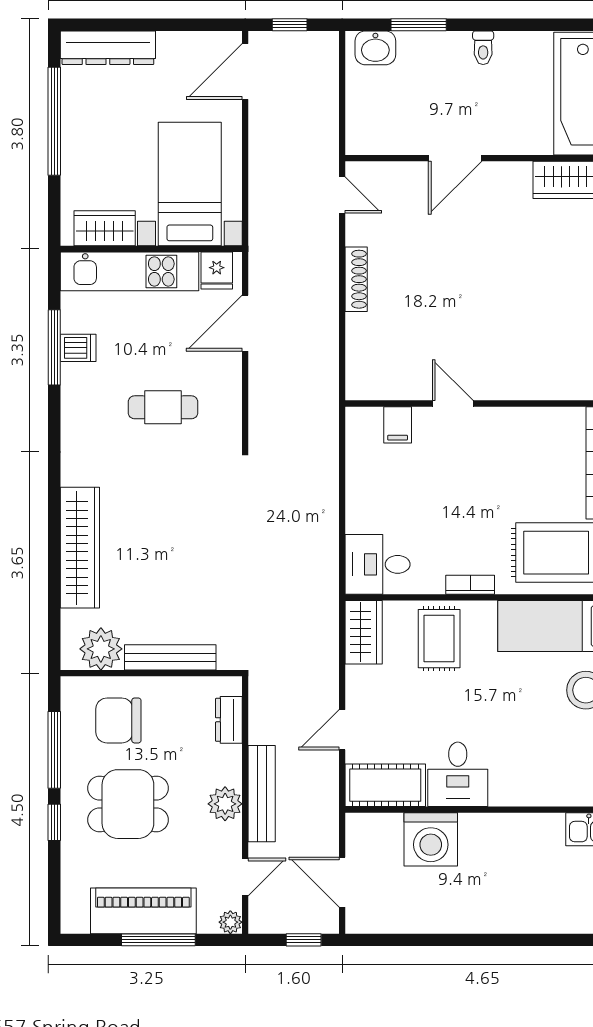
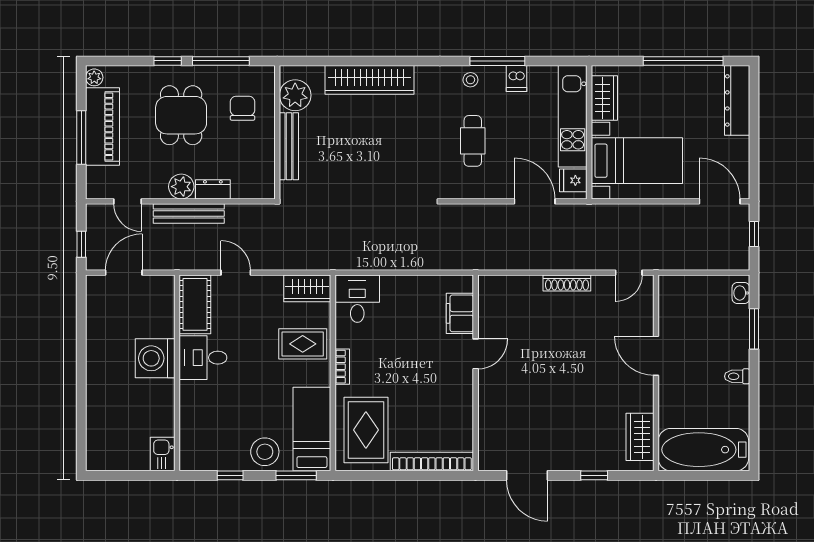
washbasin: (375, 48) -> (741, 293), width x0.72, depth x0.69
window: (54, 347) -> (497, 61), moved
stool: (80, 410) -> (470, 80), added
filing cabinet: (398, 425) -> (460, 313), width x2.00
chair: (118, 720) -> (242, 108), width x0.73, depth x0.73
dresser: (229, 720) -> (213, 189), moved
washing machine: (431, 839) -> (155, 358), moved
plant: (230, 922) -> (94, 77), moved

